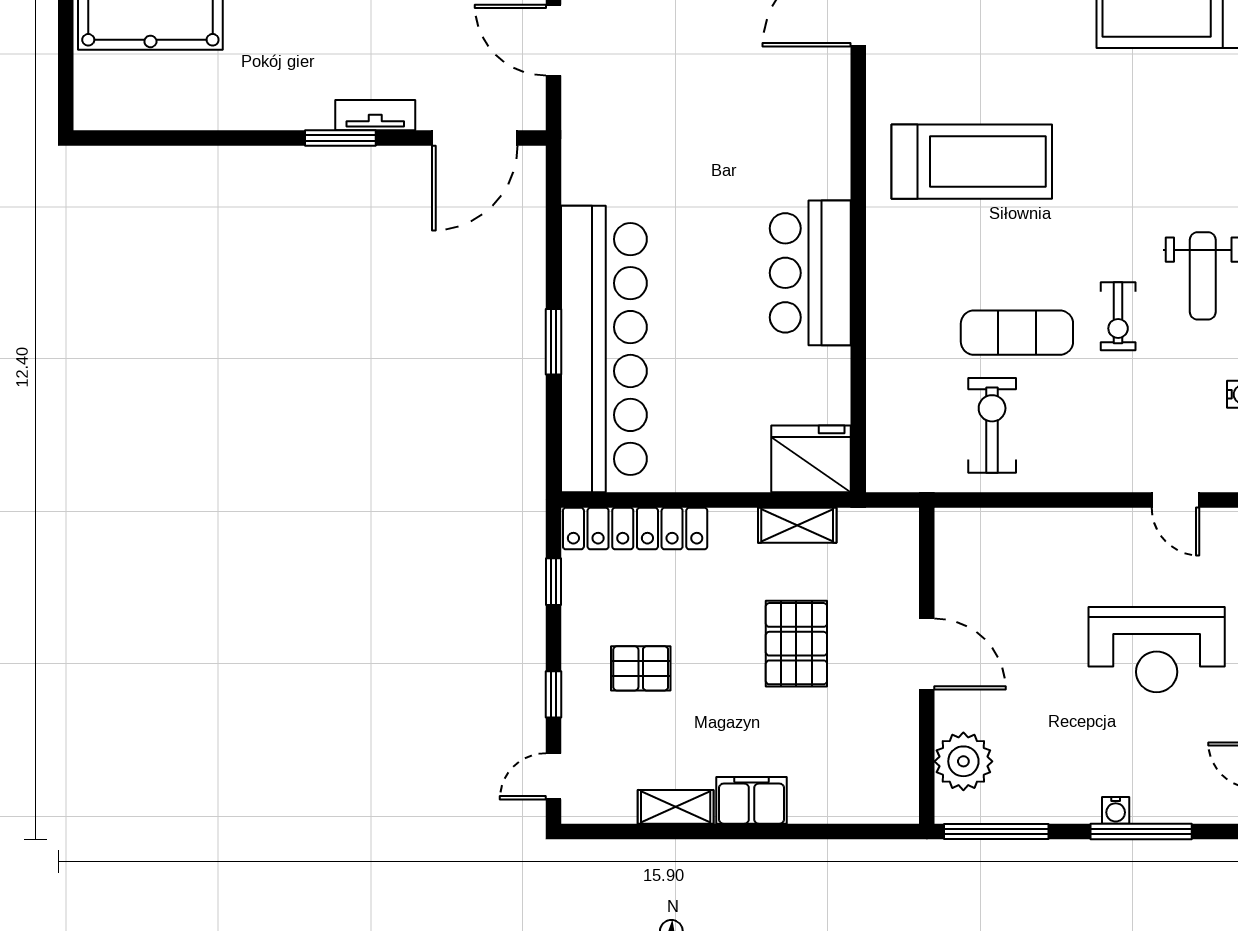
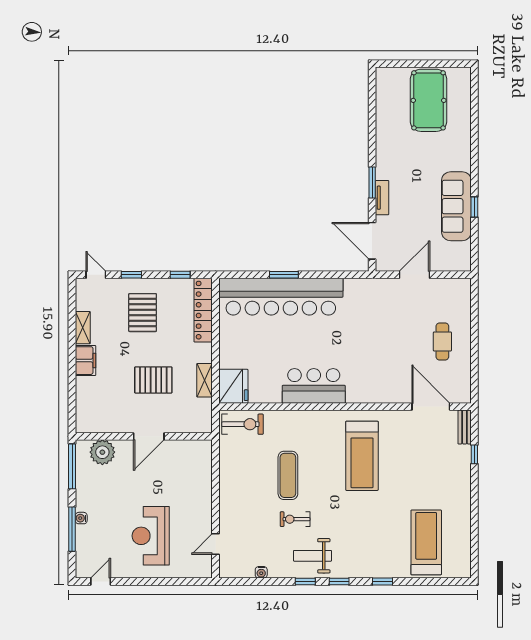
exercise bike: (992, 425) -> (242, 424), moved
pallet: (641, 668) -> (143, 313), width x1.50, depth x1.42

